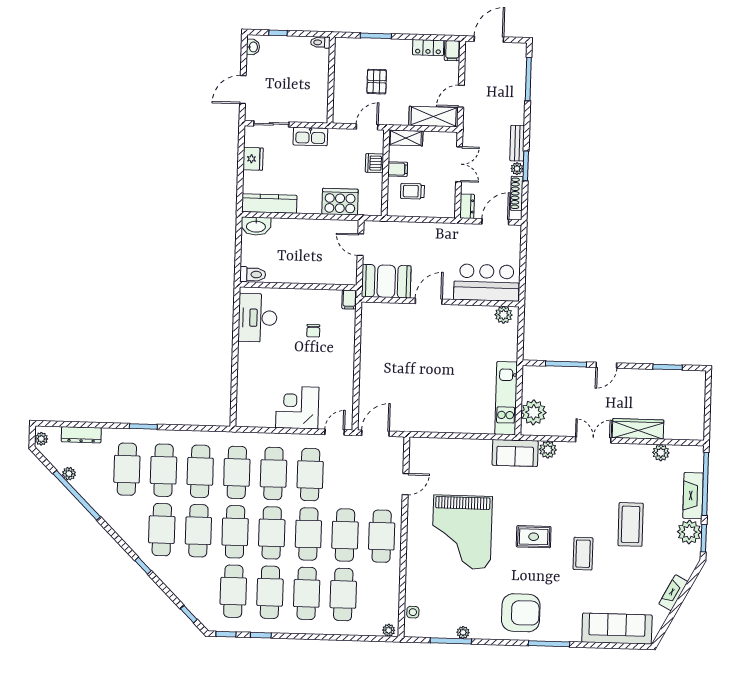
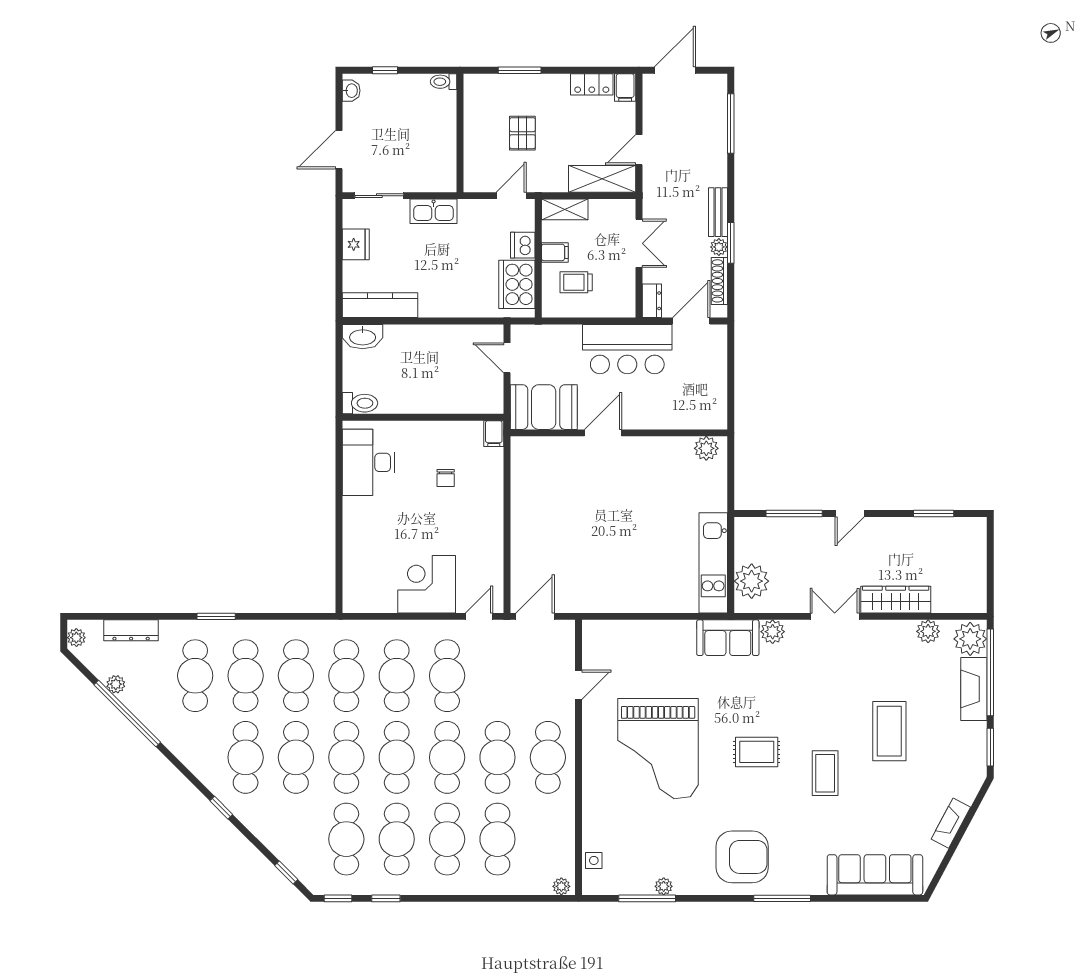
cooker: (340, 202) -> (517, 284), moved, turned -90
bar counter: (486, 283) -> (627, 349), moved, turned 180
plant: (689, 532) -> (970, 639), moved

